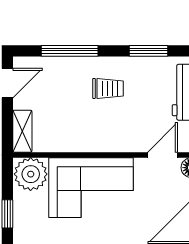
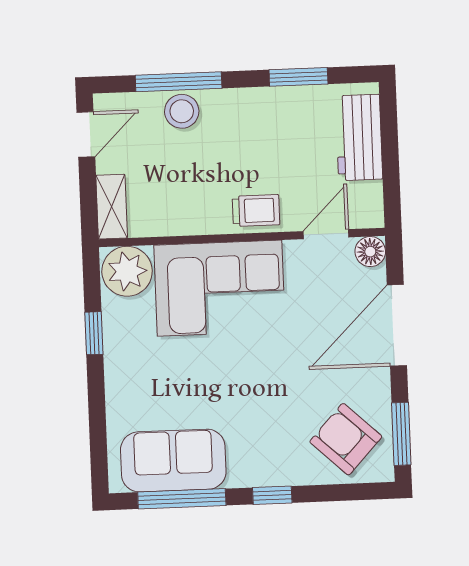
stool: (71, 70) -> (182, 111), added
trolley: (108, 88) -> (256, 210), moved

